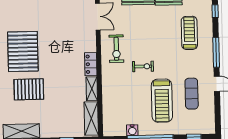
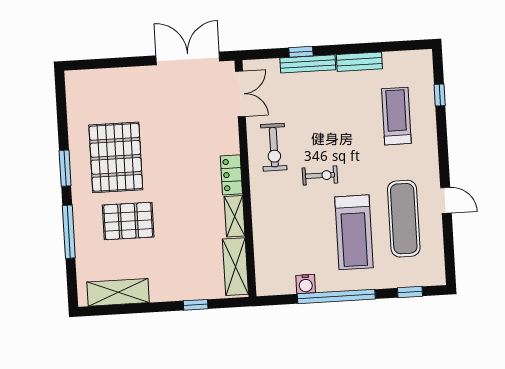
window: (215, 11) -> (440, 95), moved
window: (216, 52) -> (443, 148), removed
exercise mat: (192, 94) -> (404, 219), width x1.36, depth x1.45

